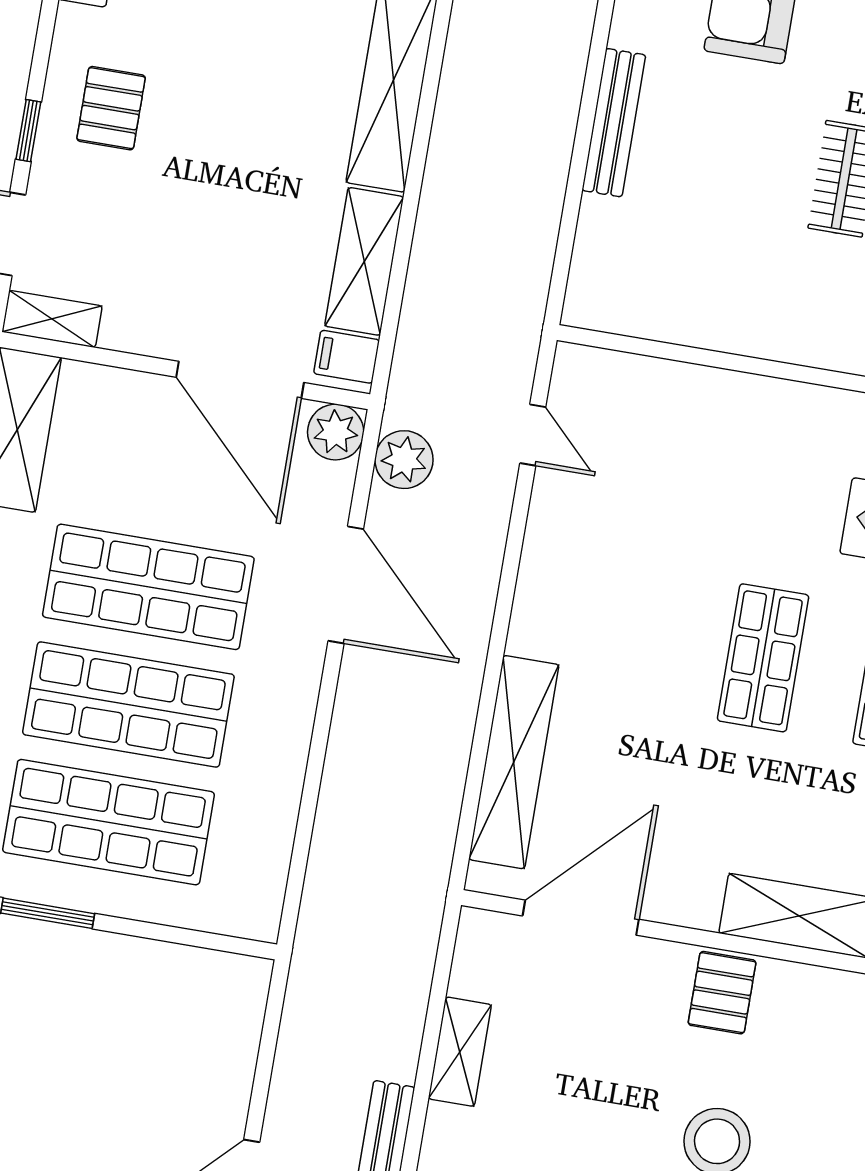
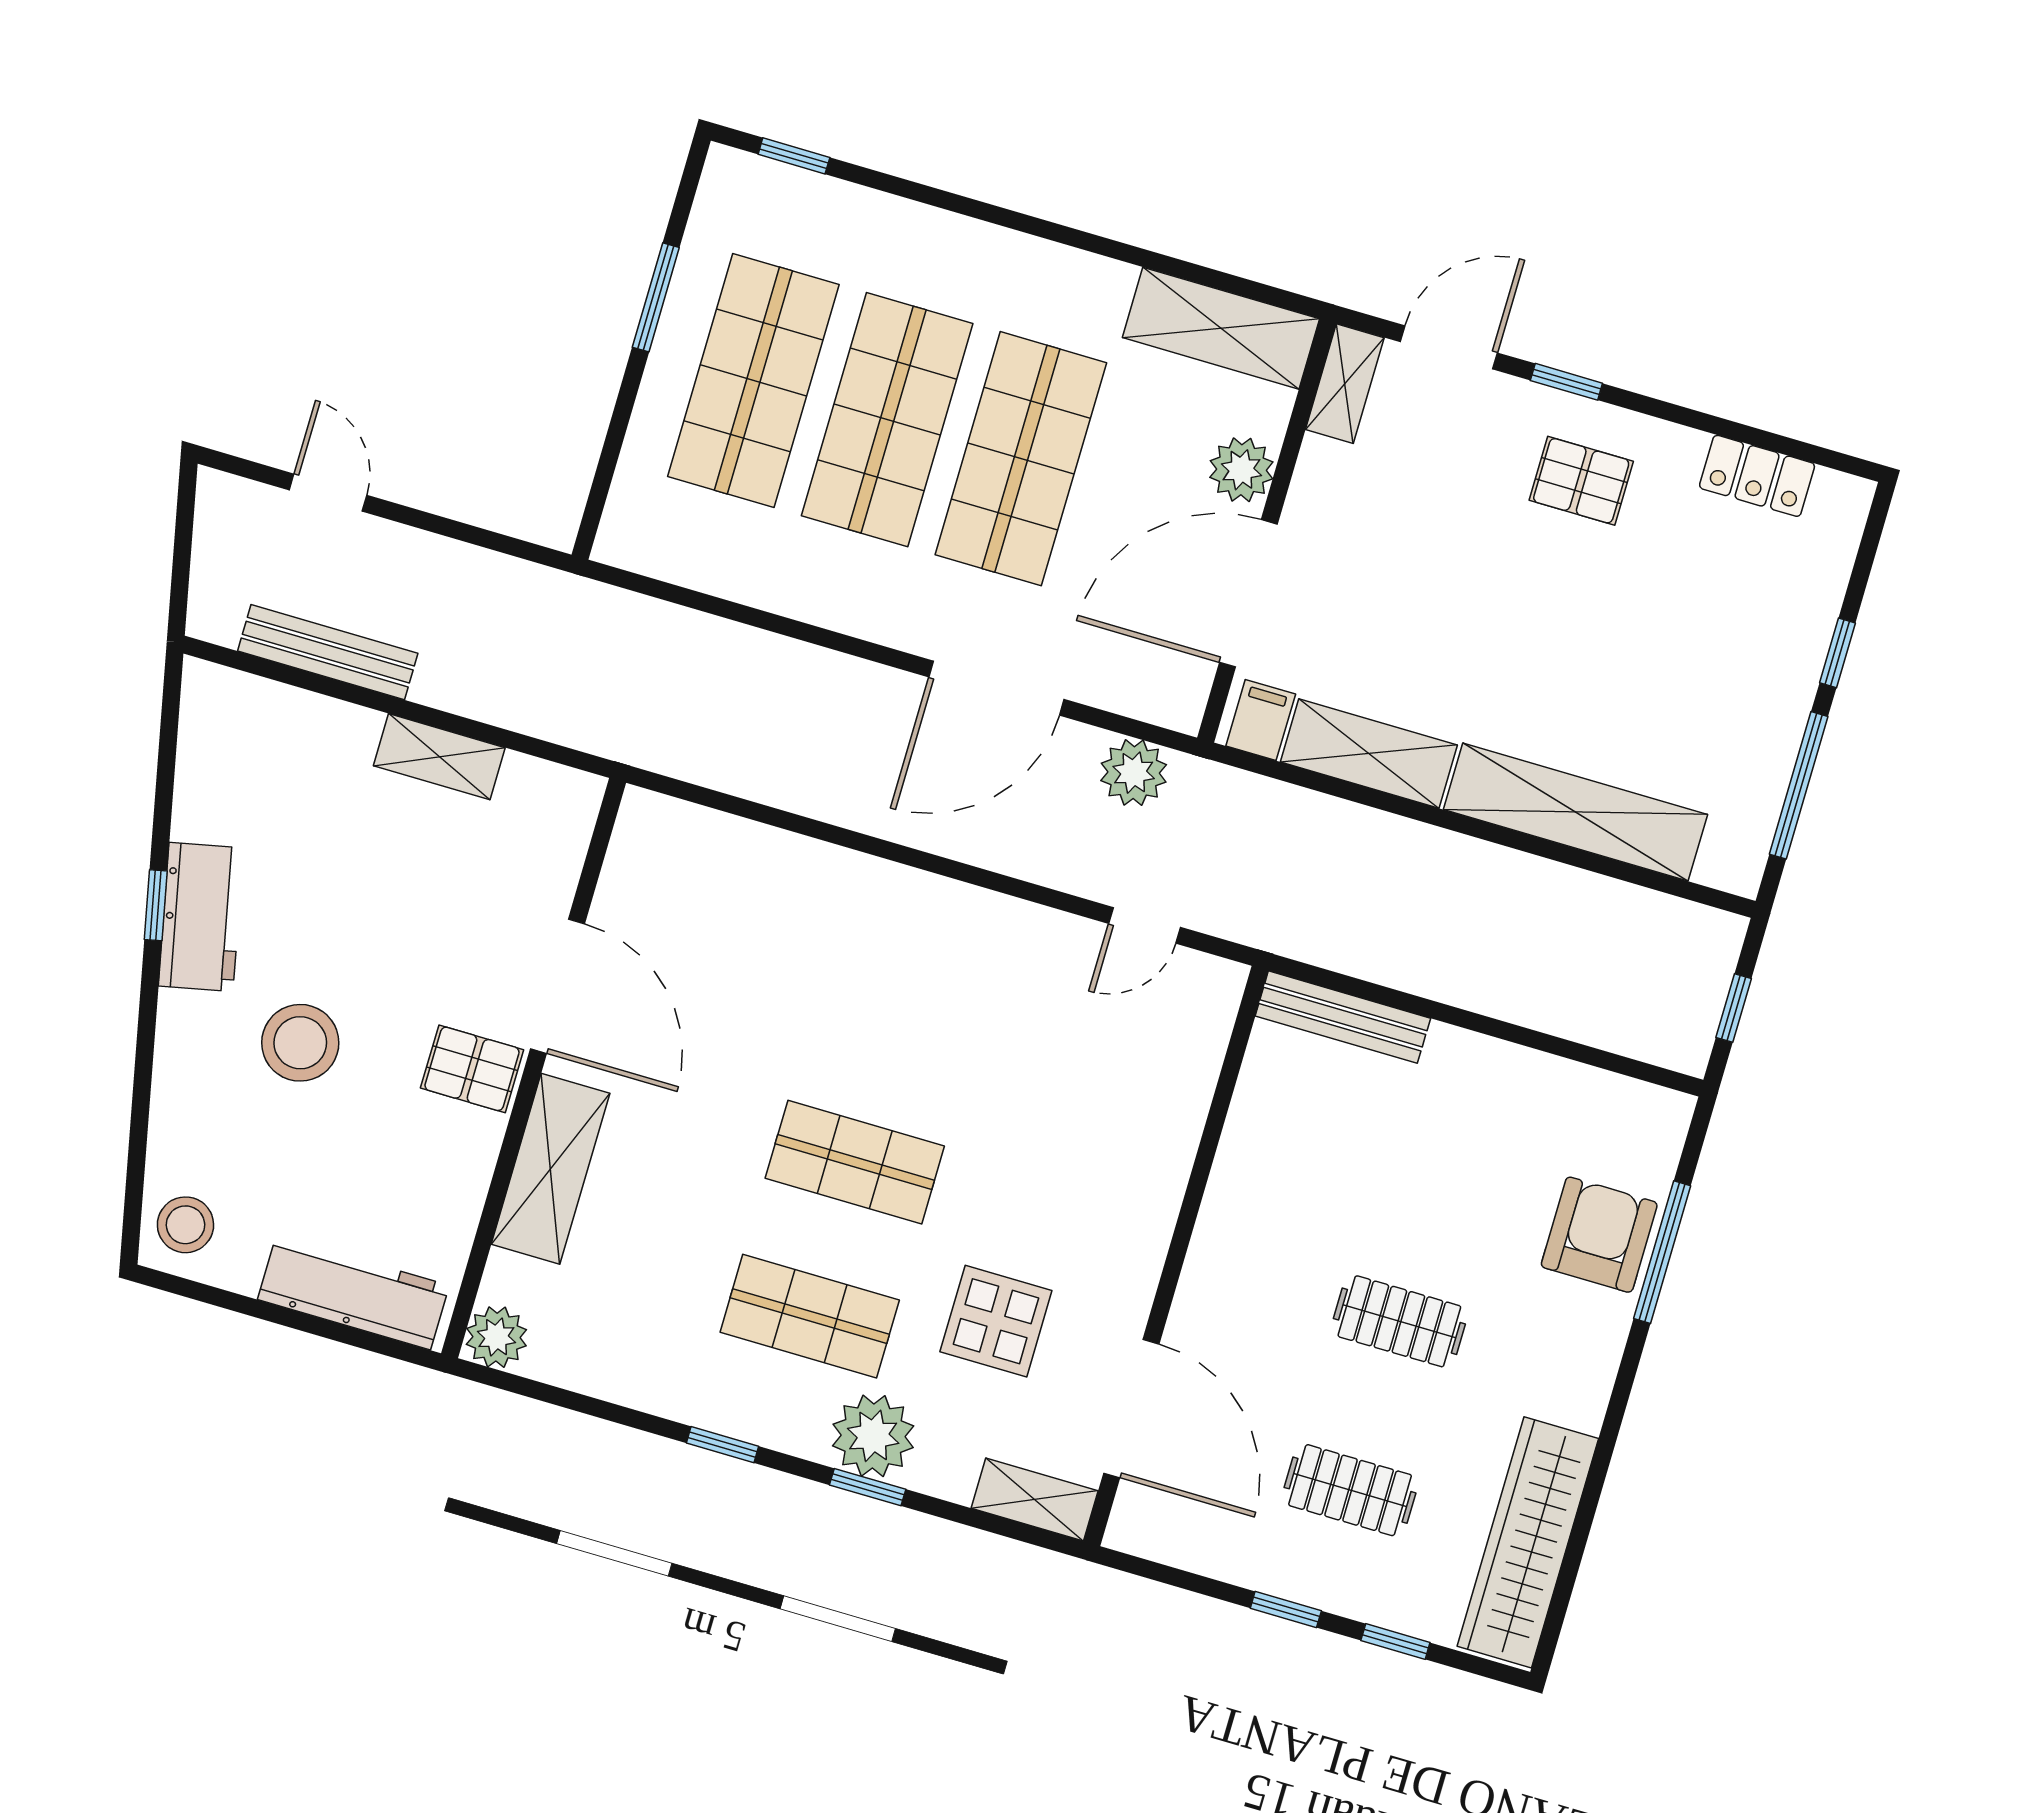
bench: (614, 123) -> (1343, 1017), moved
plant: (336, 432) -> (1241, 470), moved
shelving: (514, 762) -> (768, 859), removed
door: (581, 918) -> (558, 986), moved

